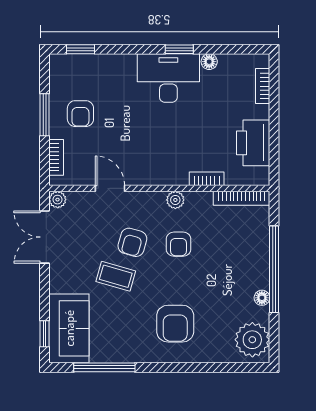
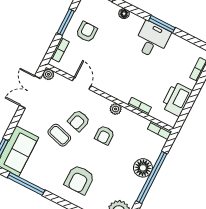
window: (179, 49) -> (162, 24), width x1.50
floor lamp: (209, 62) -> (124, 14), moved
desk: (168, 78) -> (152, 40), width x0.73
armchair: (80, 114) -> (87, 32), turned 180
bookcase: (242, 198) -> (160, 130), width x0.64
floor lamp: (262, 298) -> (143, 168), moved, width x1.89, depth x1.89

